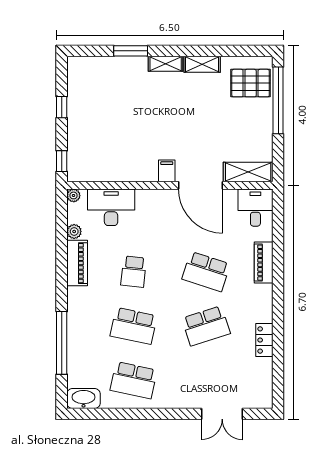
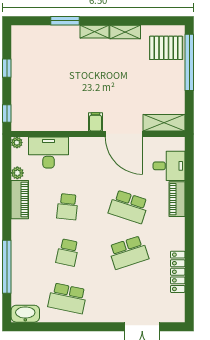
desk: (255, 208) -> (169, 166), moved, turned 90
school desk: (134, 326) -> (67, 252), width x0.54
locker: (264, 340) -> (178, 272), width x1.53

